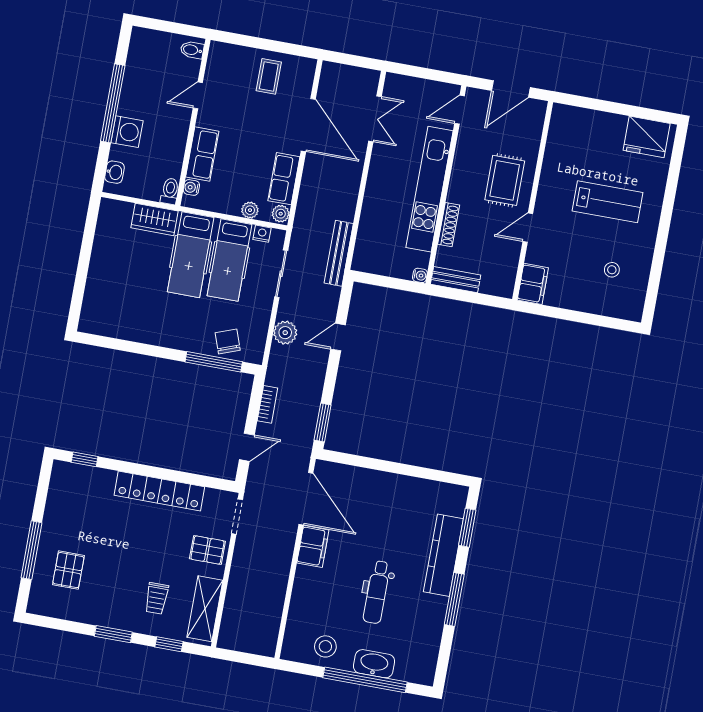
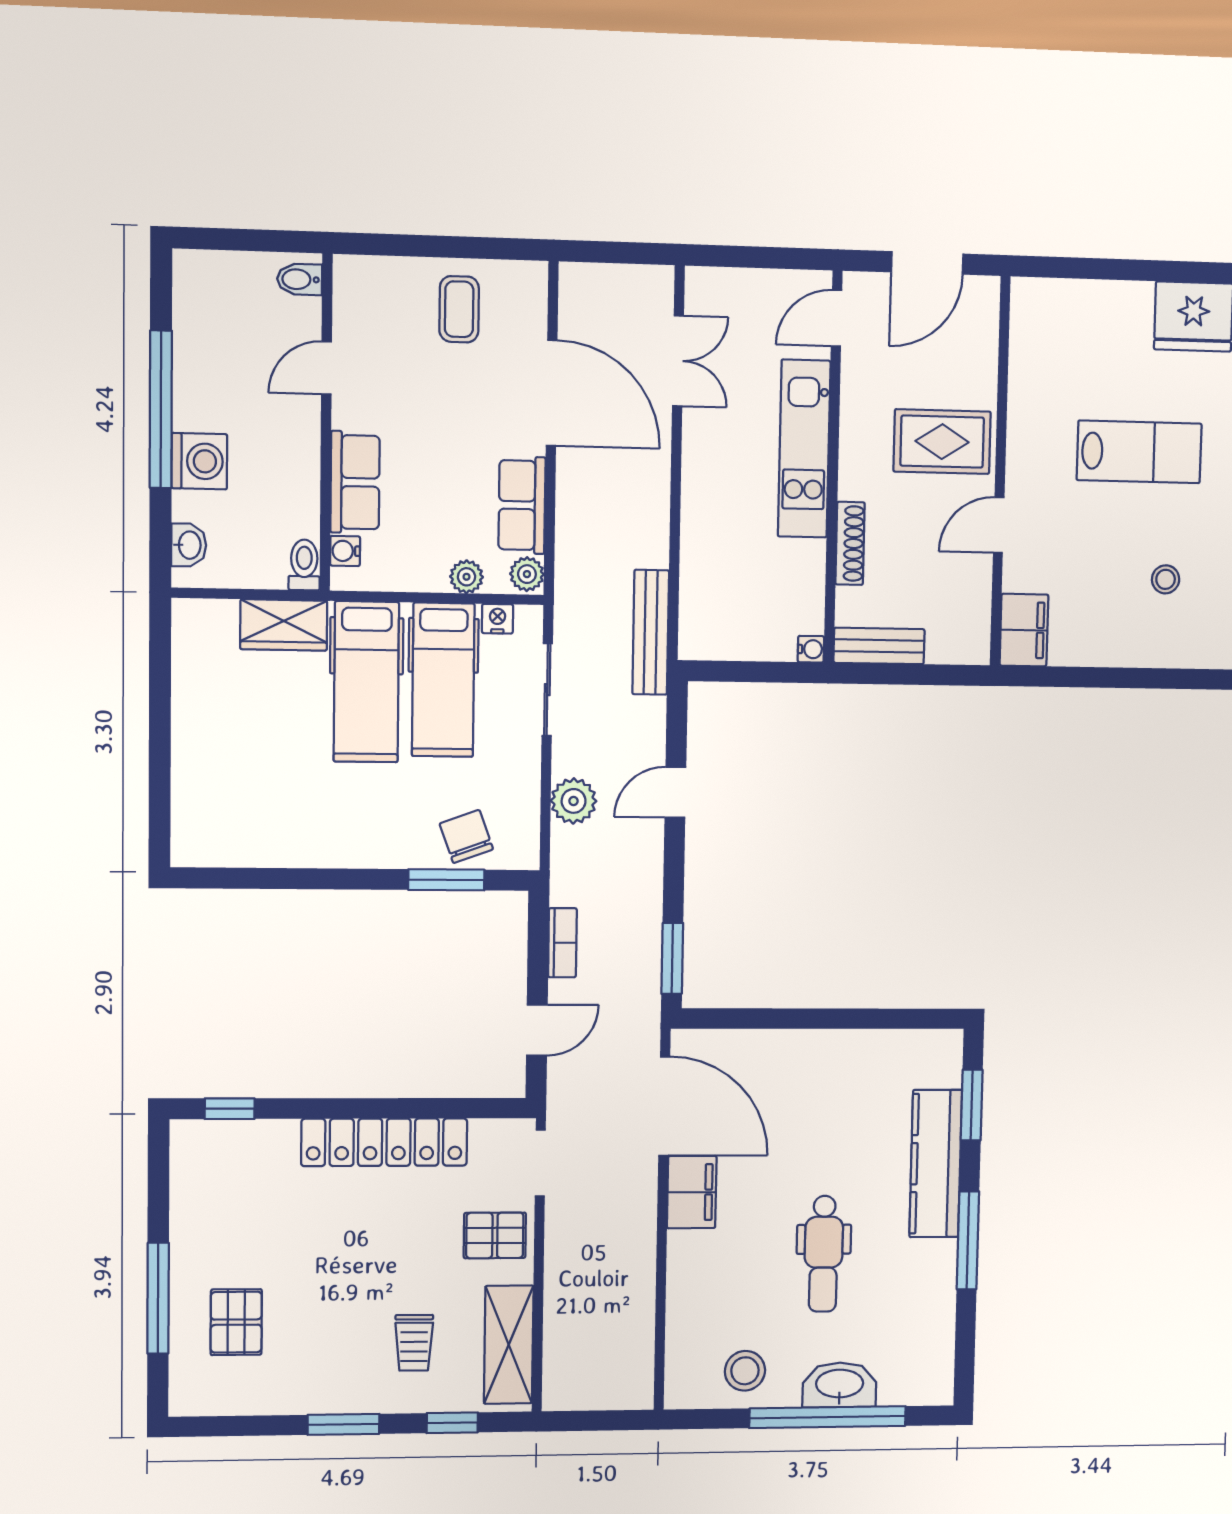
rug: (505, 180) -> (942, 442), turned 90
kitchen unit: (430, 189) -> (804, 449), width x0.73
window: (214, 362) -> (446, 880), width x0.69

